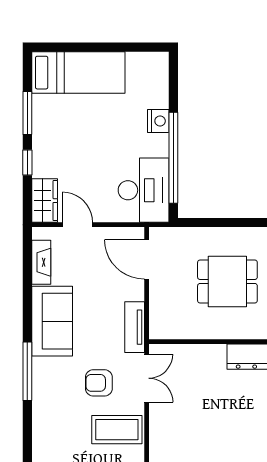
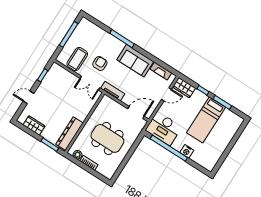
bed: (78, 73) -> (206, 120), moved
dining table: (227, 281) -> (107, 138), width x1.38

